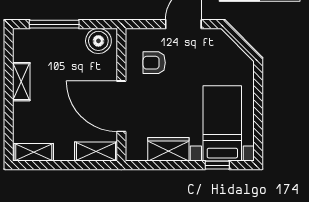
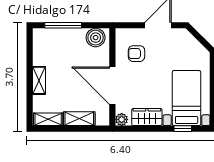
shelving: (21, 82) -> (39, 80), moved
shelving: (96, 151) -> (79, 119), moved
plant: (134, 152) -> (122, 119), added

